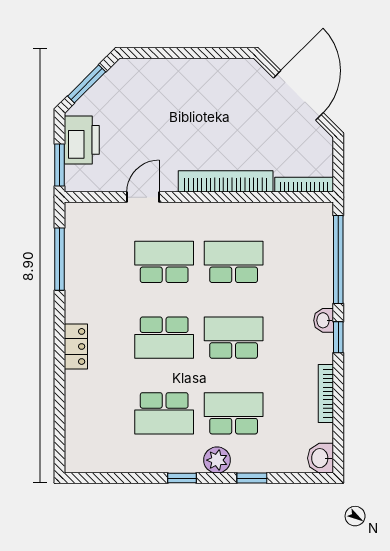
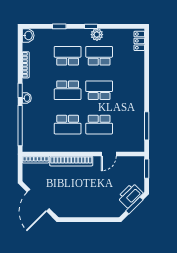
printer: (82, 140) -> (130, 195), moved, turned 45
locker: (76, 346) -> (139, 41), moved
school desk: (234, 413) -> (68, 56), turned 180
plant: (217, 460) -> (97, 35), moved

